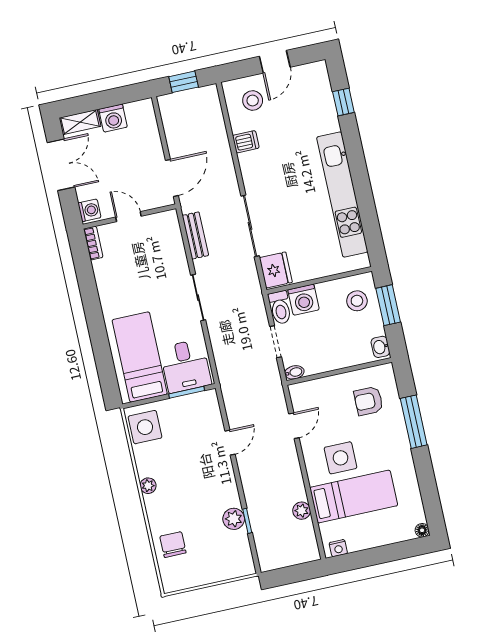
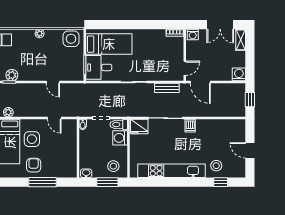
stool: (253, 100) -> (216, 166), moved
washing machine: (113, 118) -> (239, 74), moved, turned 90
dishwasher: (246, 142) -> (190, 126), moved
door: (128, 217) -> (185, 68), moved
armchair: (369, 401) -> (34, 165), moved

